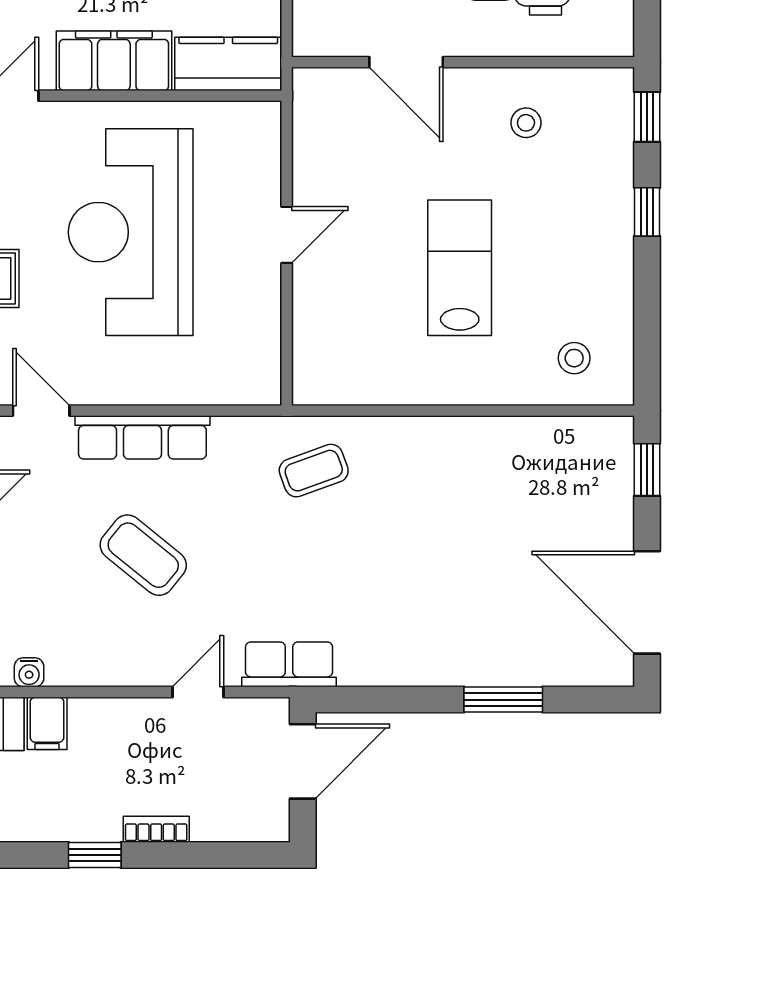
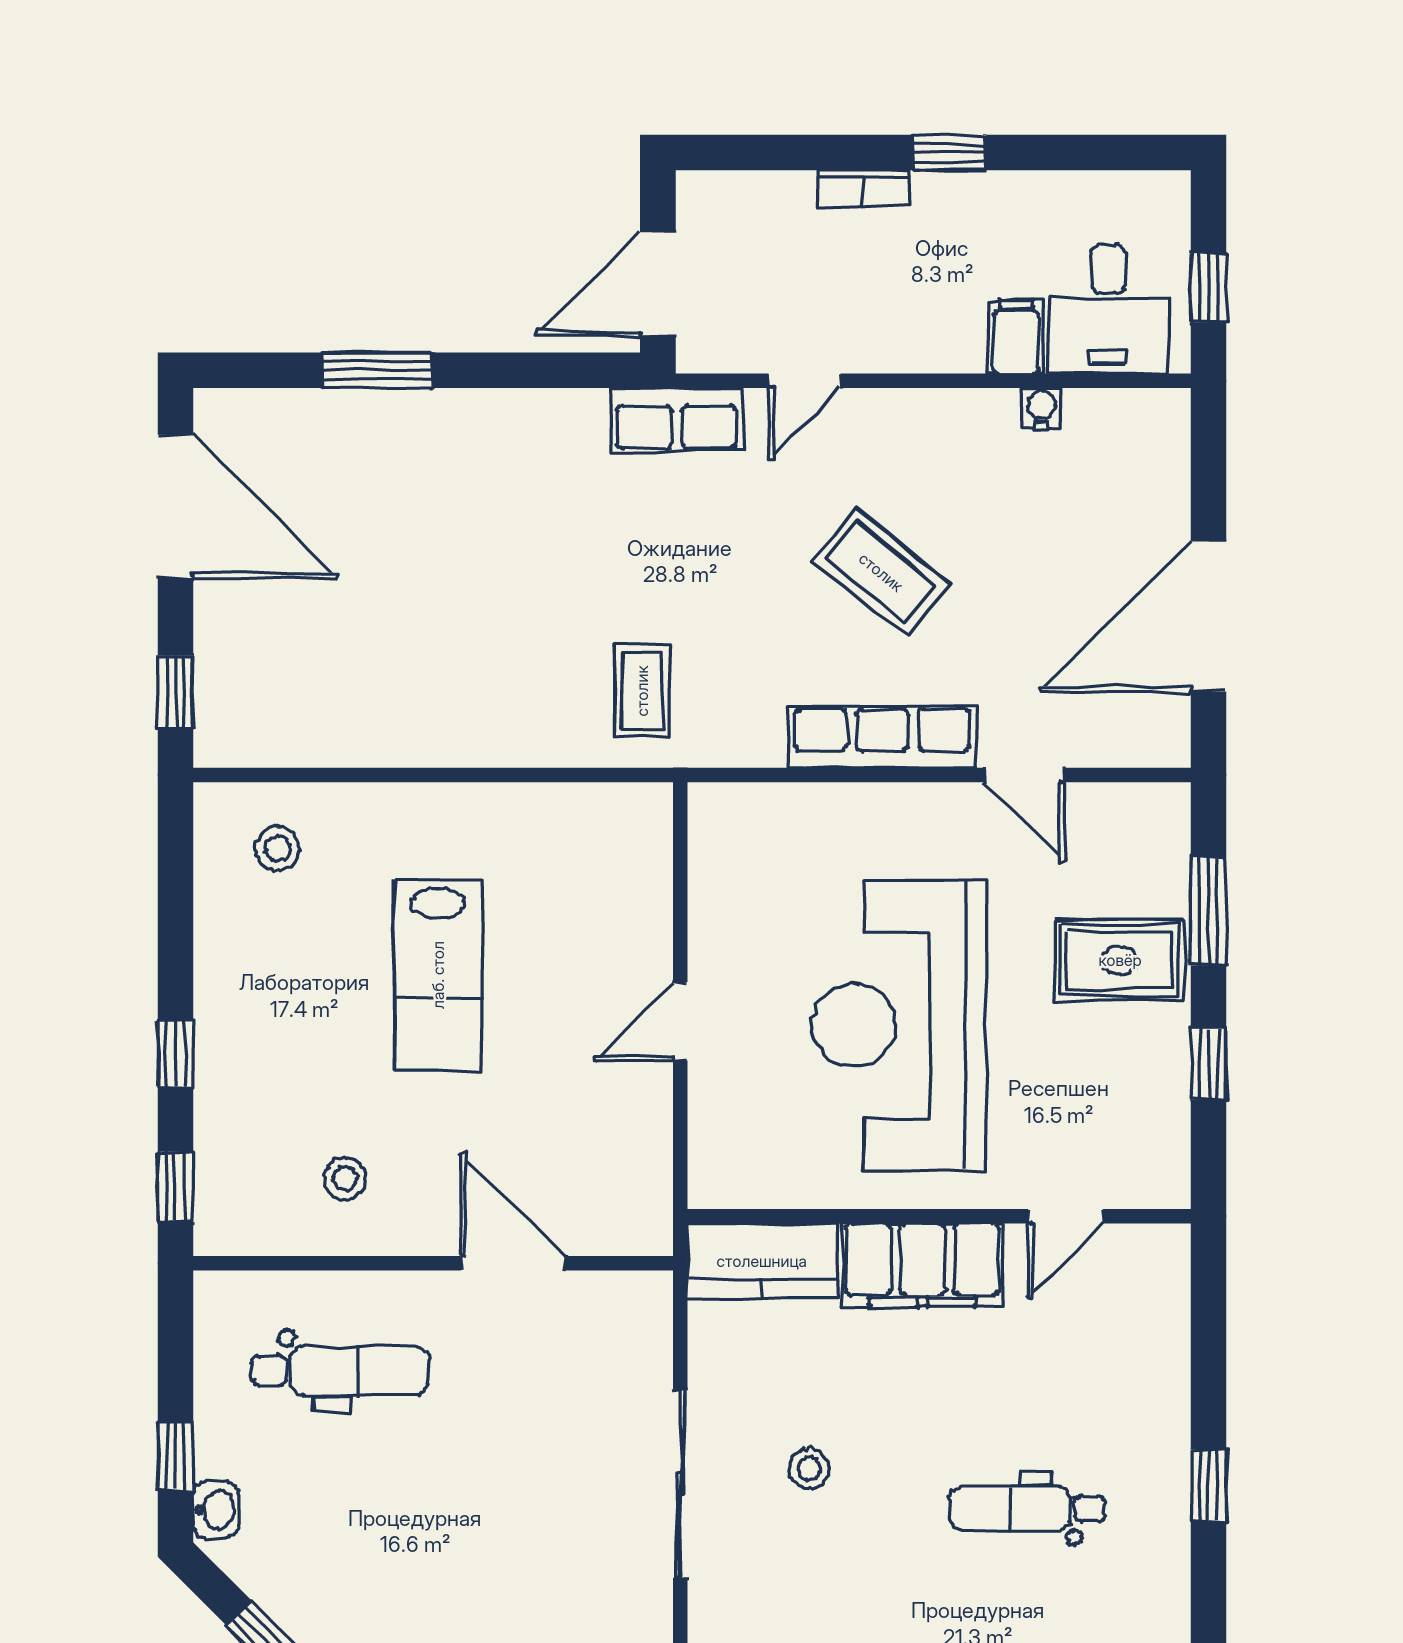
reception desk: (131, 232) -> (899, 1025), turned 180
coffee table: (314, 471) -> (642, 691), turned -70

